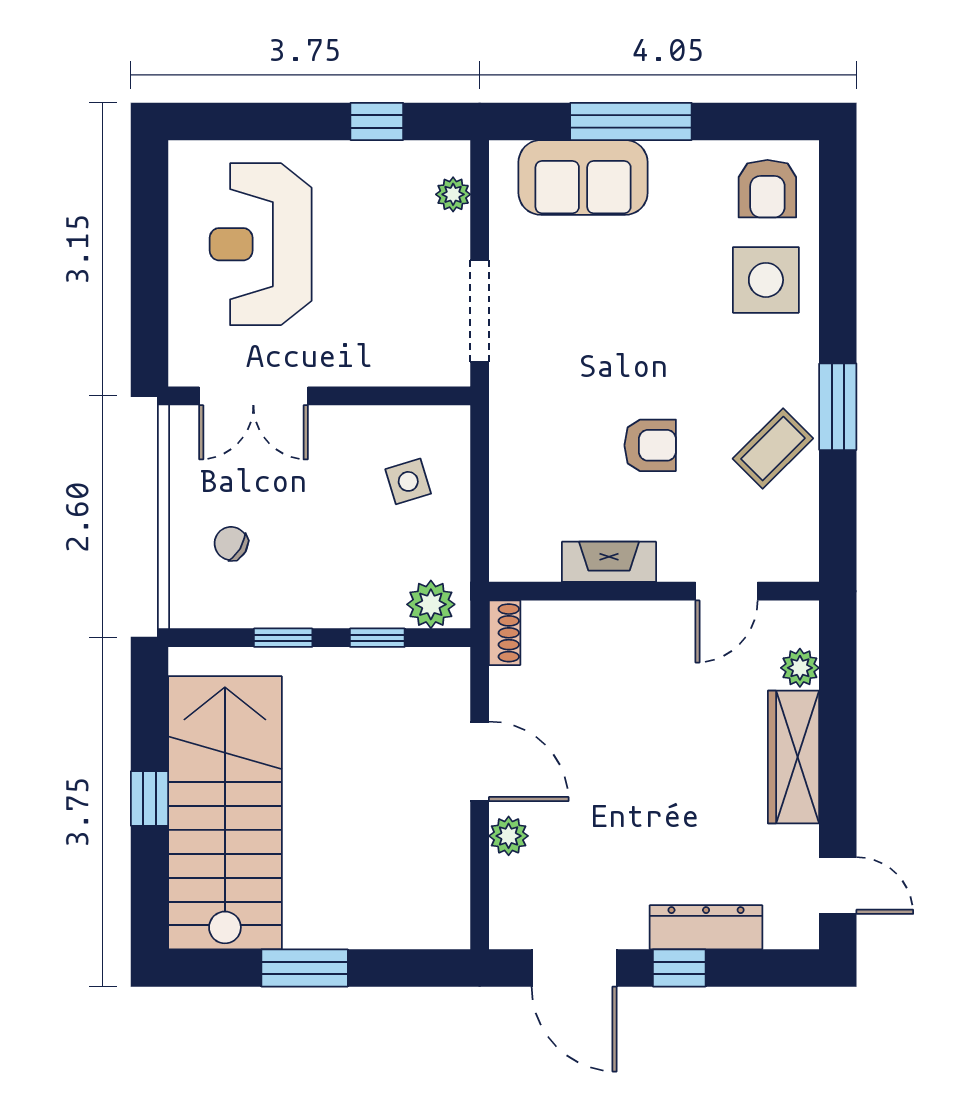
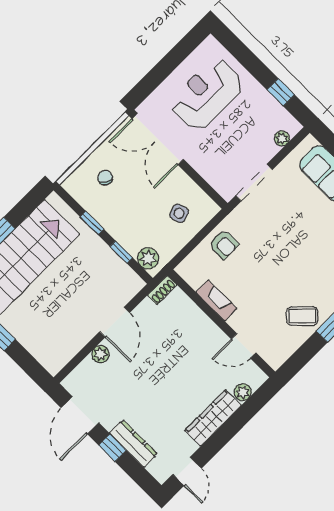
double door: (253, 396) -> (158, 139), width x1.37
armchair: (650, 445) -> (224, 244), moved

